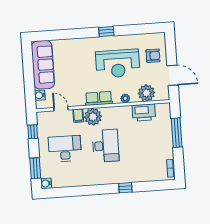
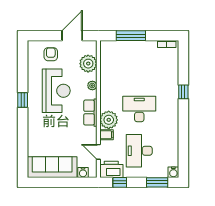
door: (61, 109) -> (98, 152), hinge flipped
printer: (144, 113) -> (111, 169), moved, turned -90

